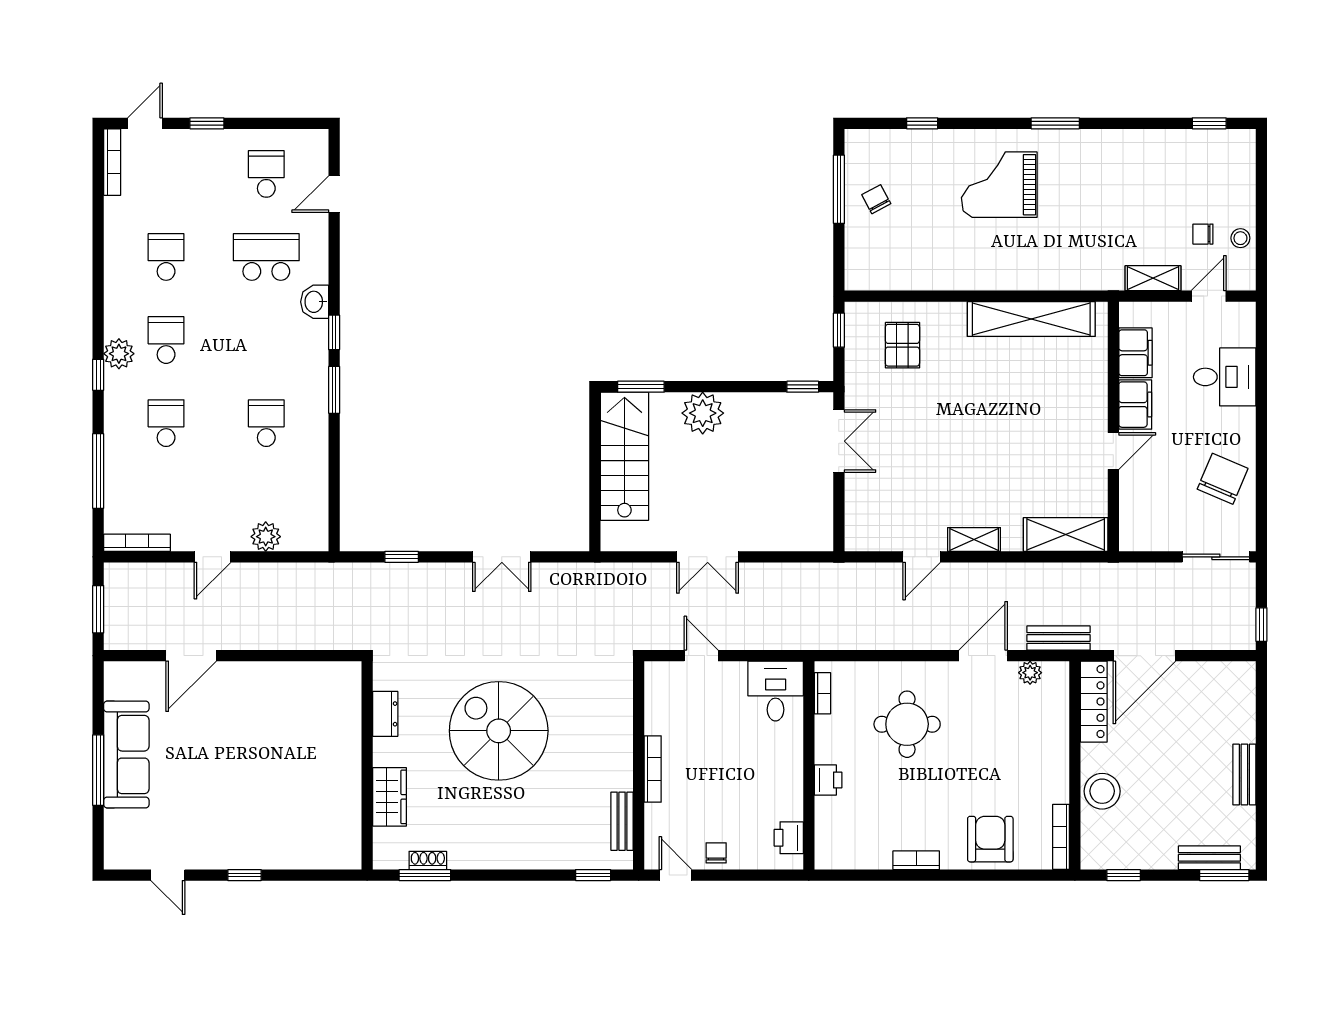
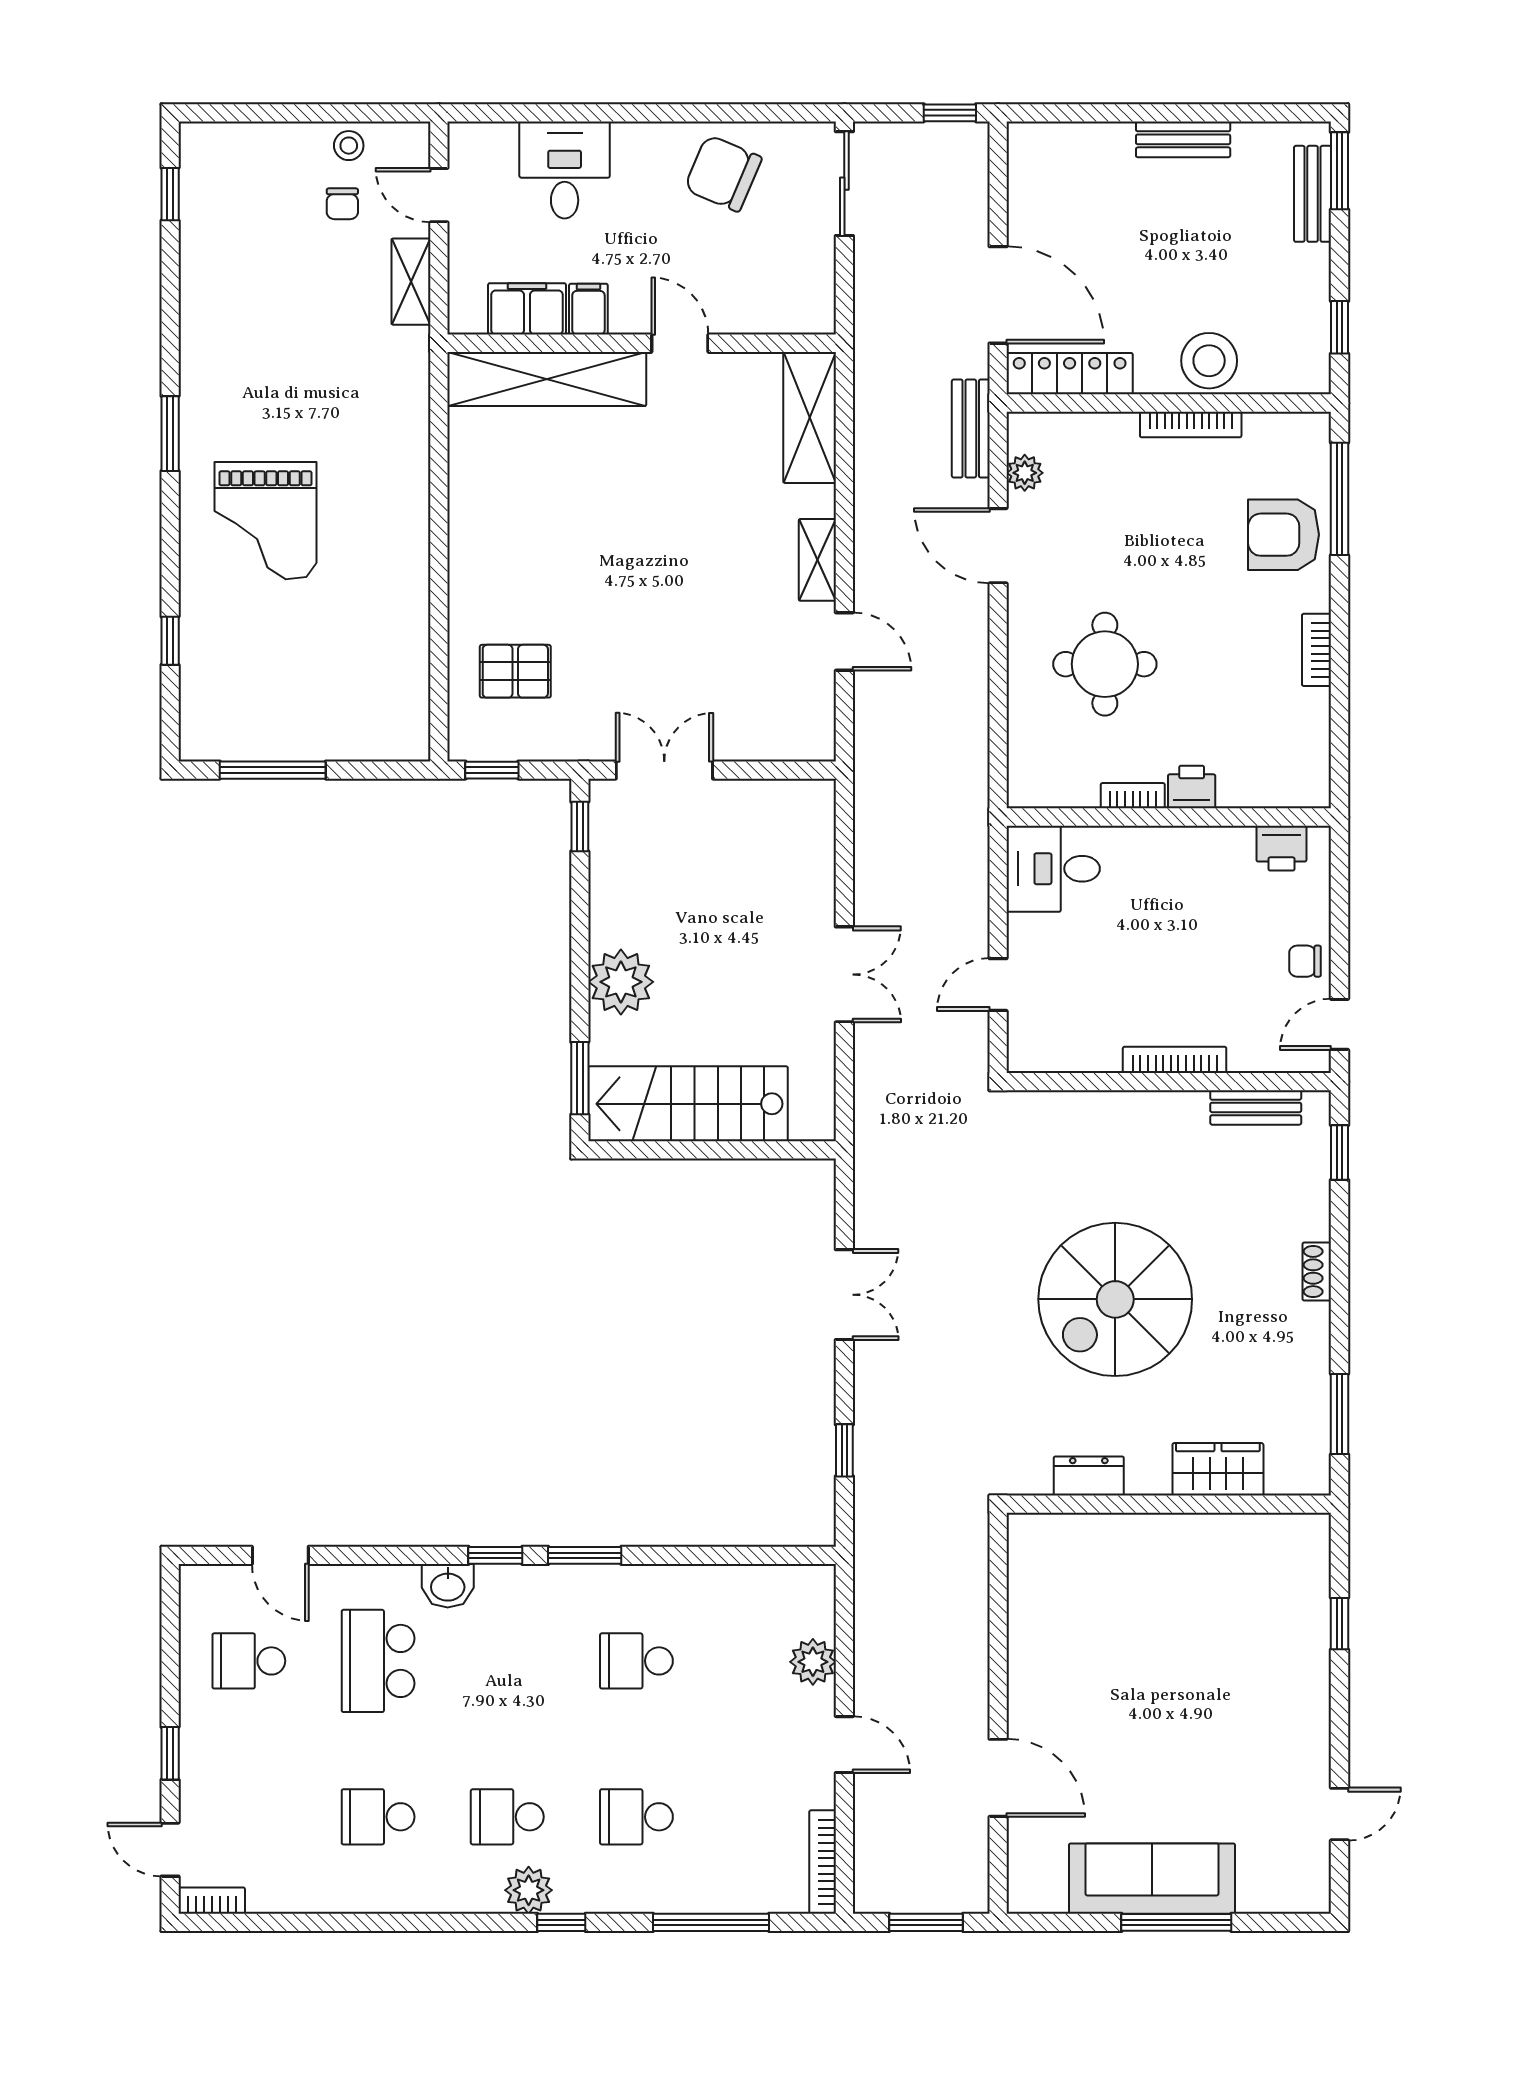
bookcase: (112, 162) -> (212, 1901), width x0.64
chair: (876, 199) -> (288, 712), removed
shelving: (1031, 319) -> (547, 379), moved, turned 90
filing cabinet: (1135, 405) -> (588, 309), width x0.50
bookcase: (822, 693) -> (1133, 796), moved
bookcase: (1061, 837) -> (1191, 425), moved
shoe rack: (428, 860) -> (1317, 1272), moved
window: (245, 875) -> (1339, 1624), moved
window: (1013, 875) -> (1339, 499), added

